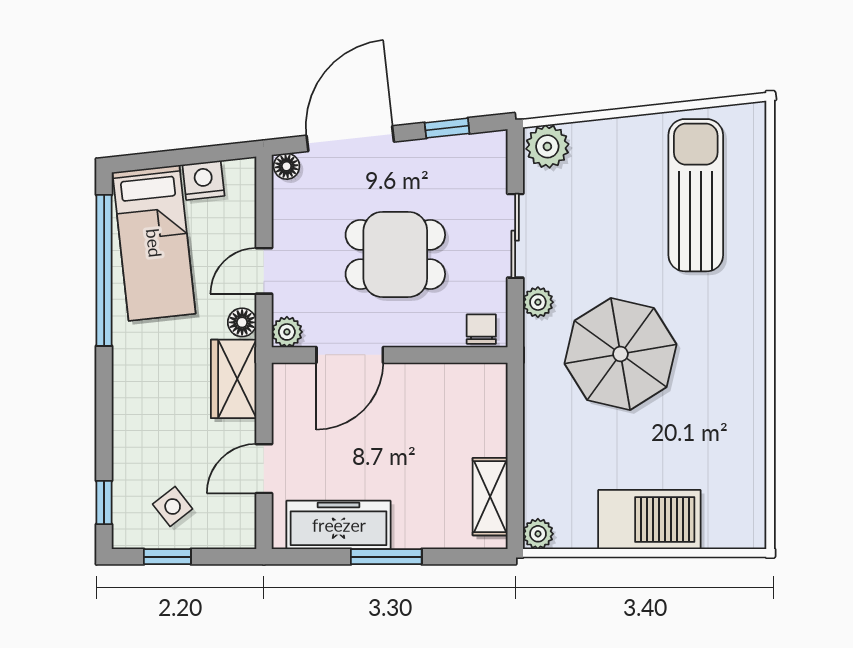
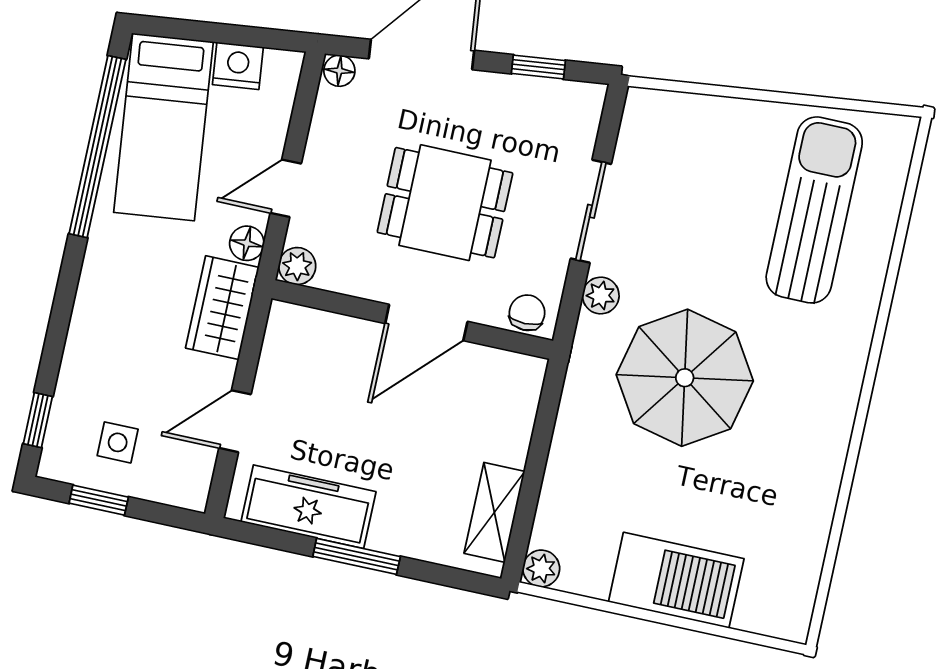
plant: (547, 146) -> (652, 114), removed
door: (350, 355) -> (426, 323), moved
side table: (173, 506) -> (118, 442), turned 38

